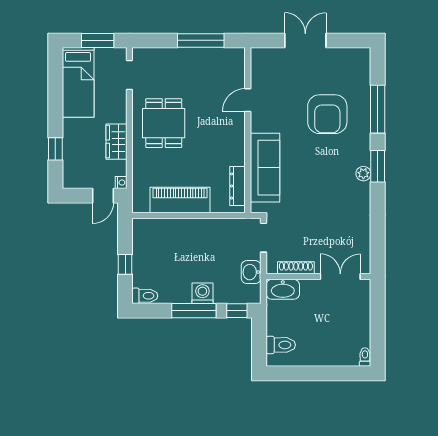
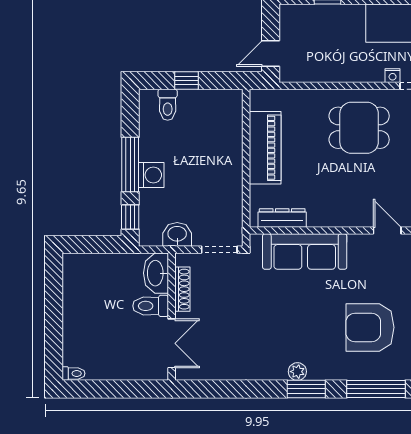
wardrobe: (116, 142) -> (336, 70), removed
nightstand: (121, 183) -> (393, 76), moved
door: (103, 196) -> (271, 54), hinge flipped
toilet: (145, 296) -> (168, 105), moved
toilet: (281, 345) -> (151, 306), moved, turned 90

